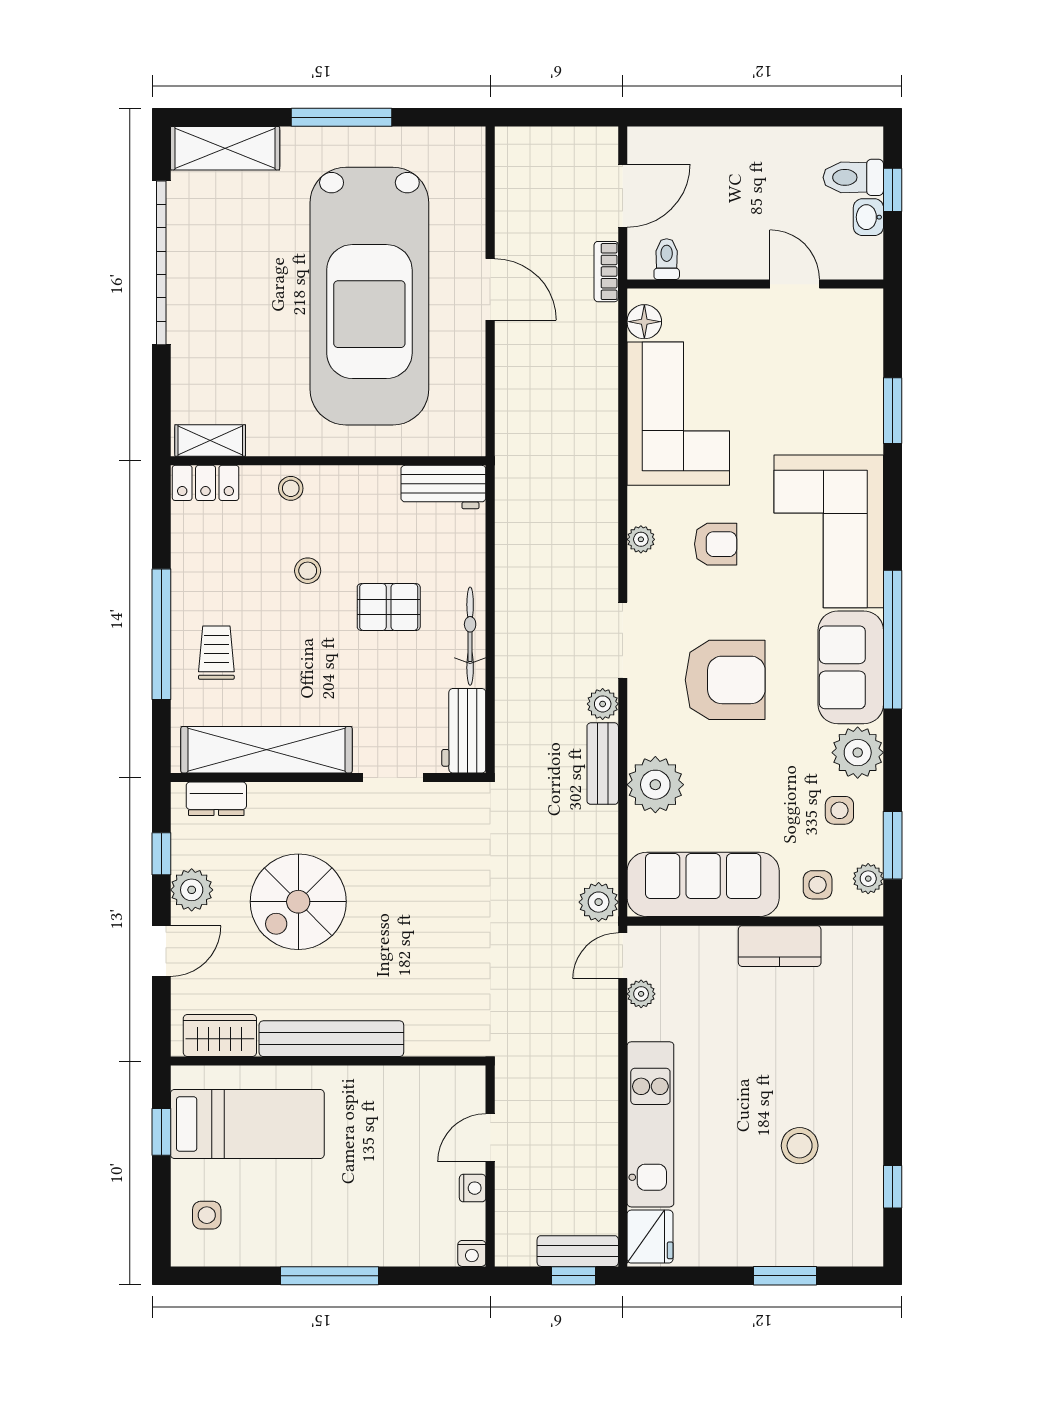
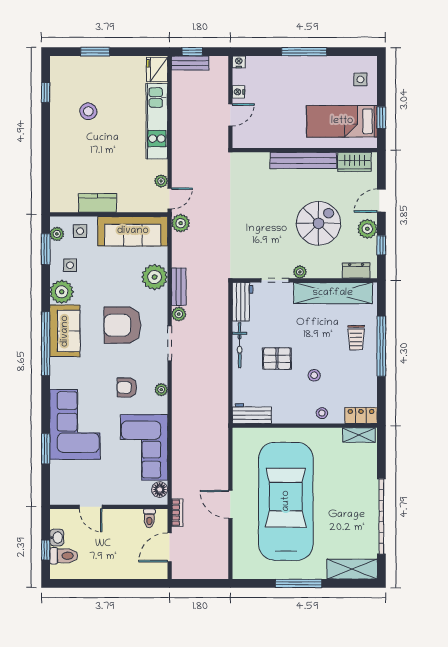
corner sofa: (829, 531) -> (75, 424), moved
plant: (339, 796) -> (300, 272), added

